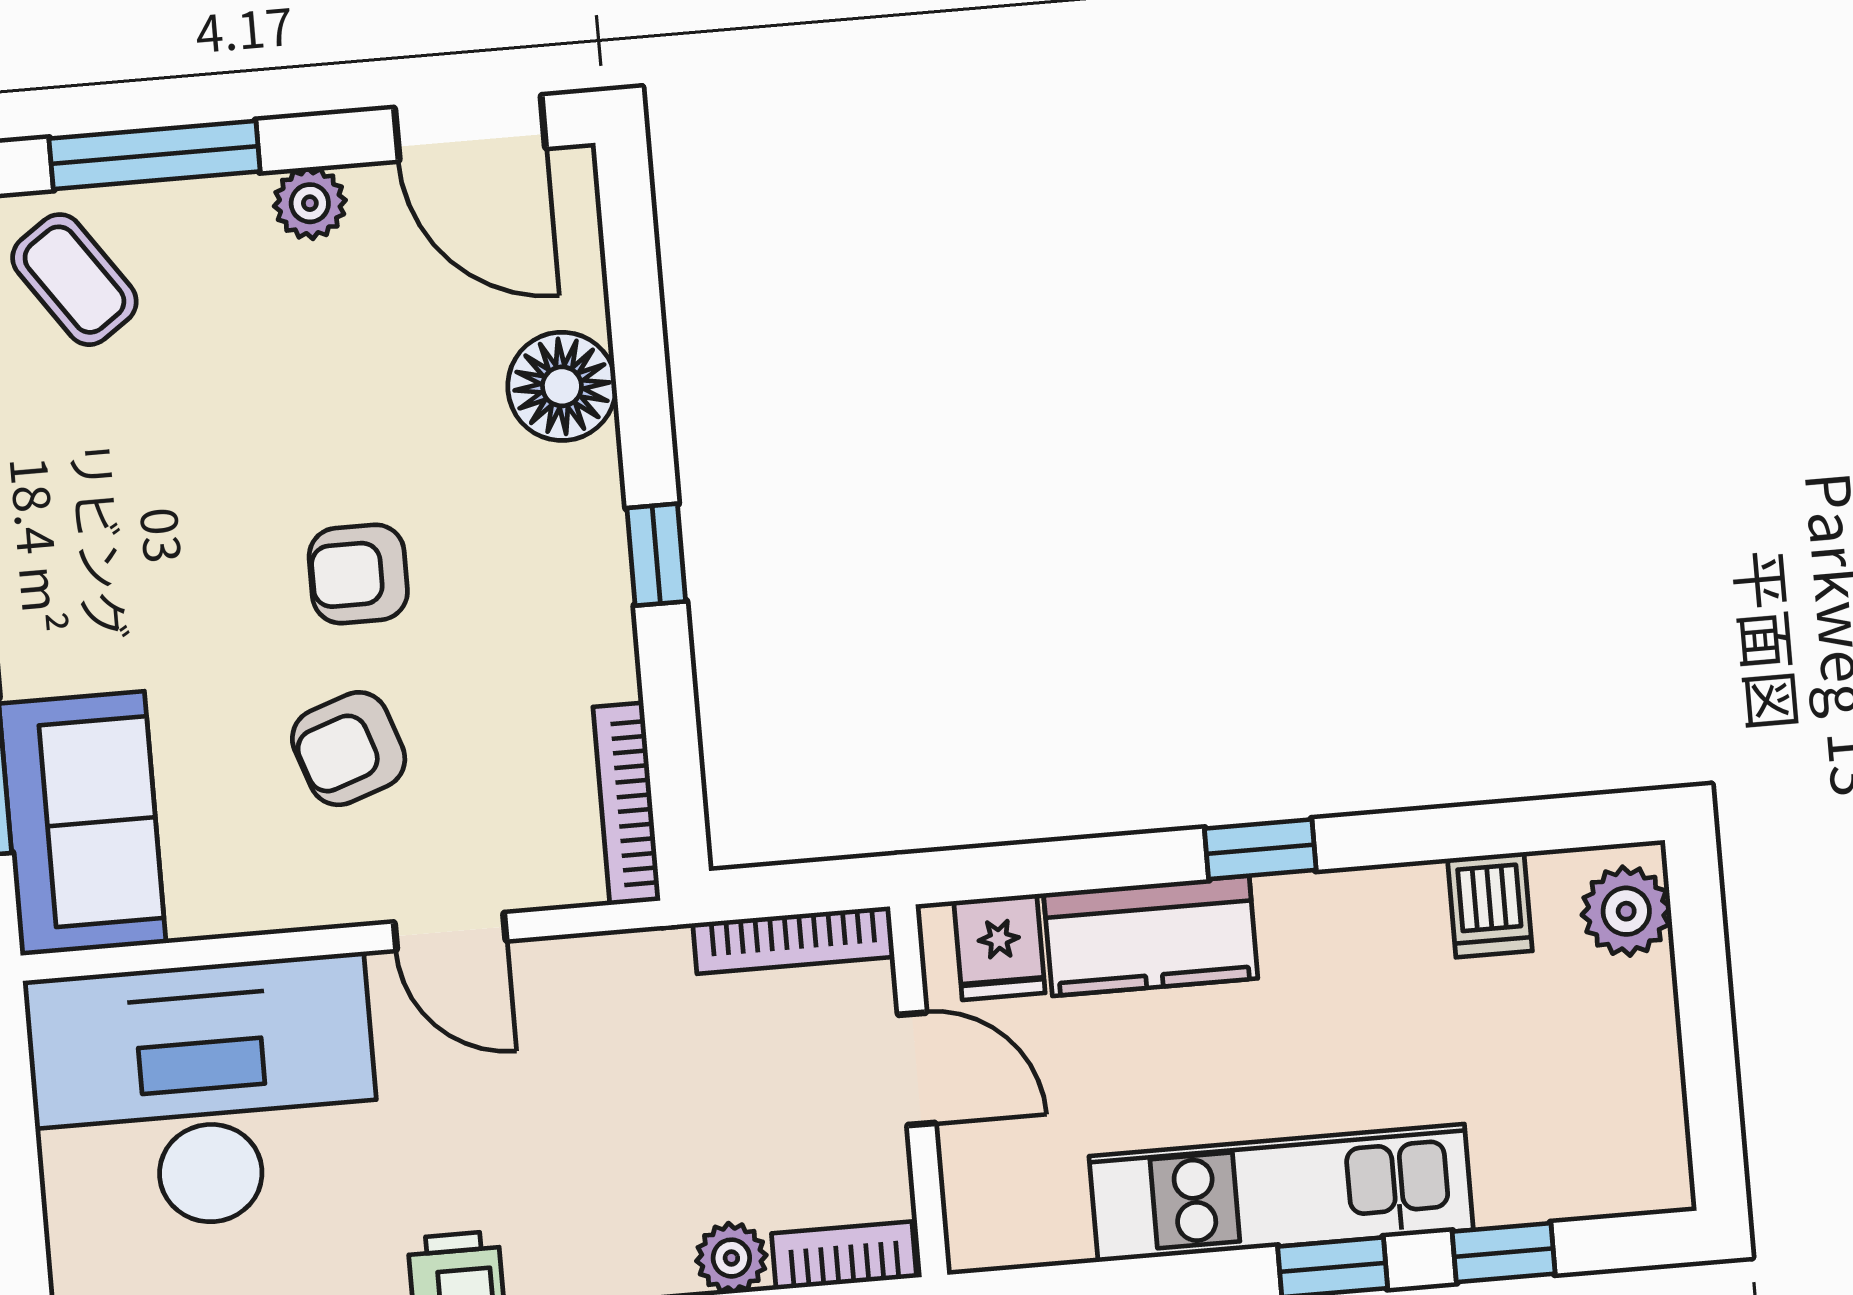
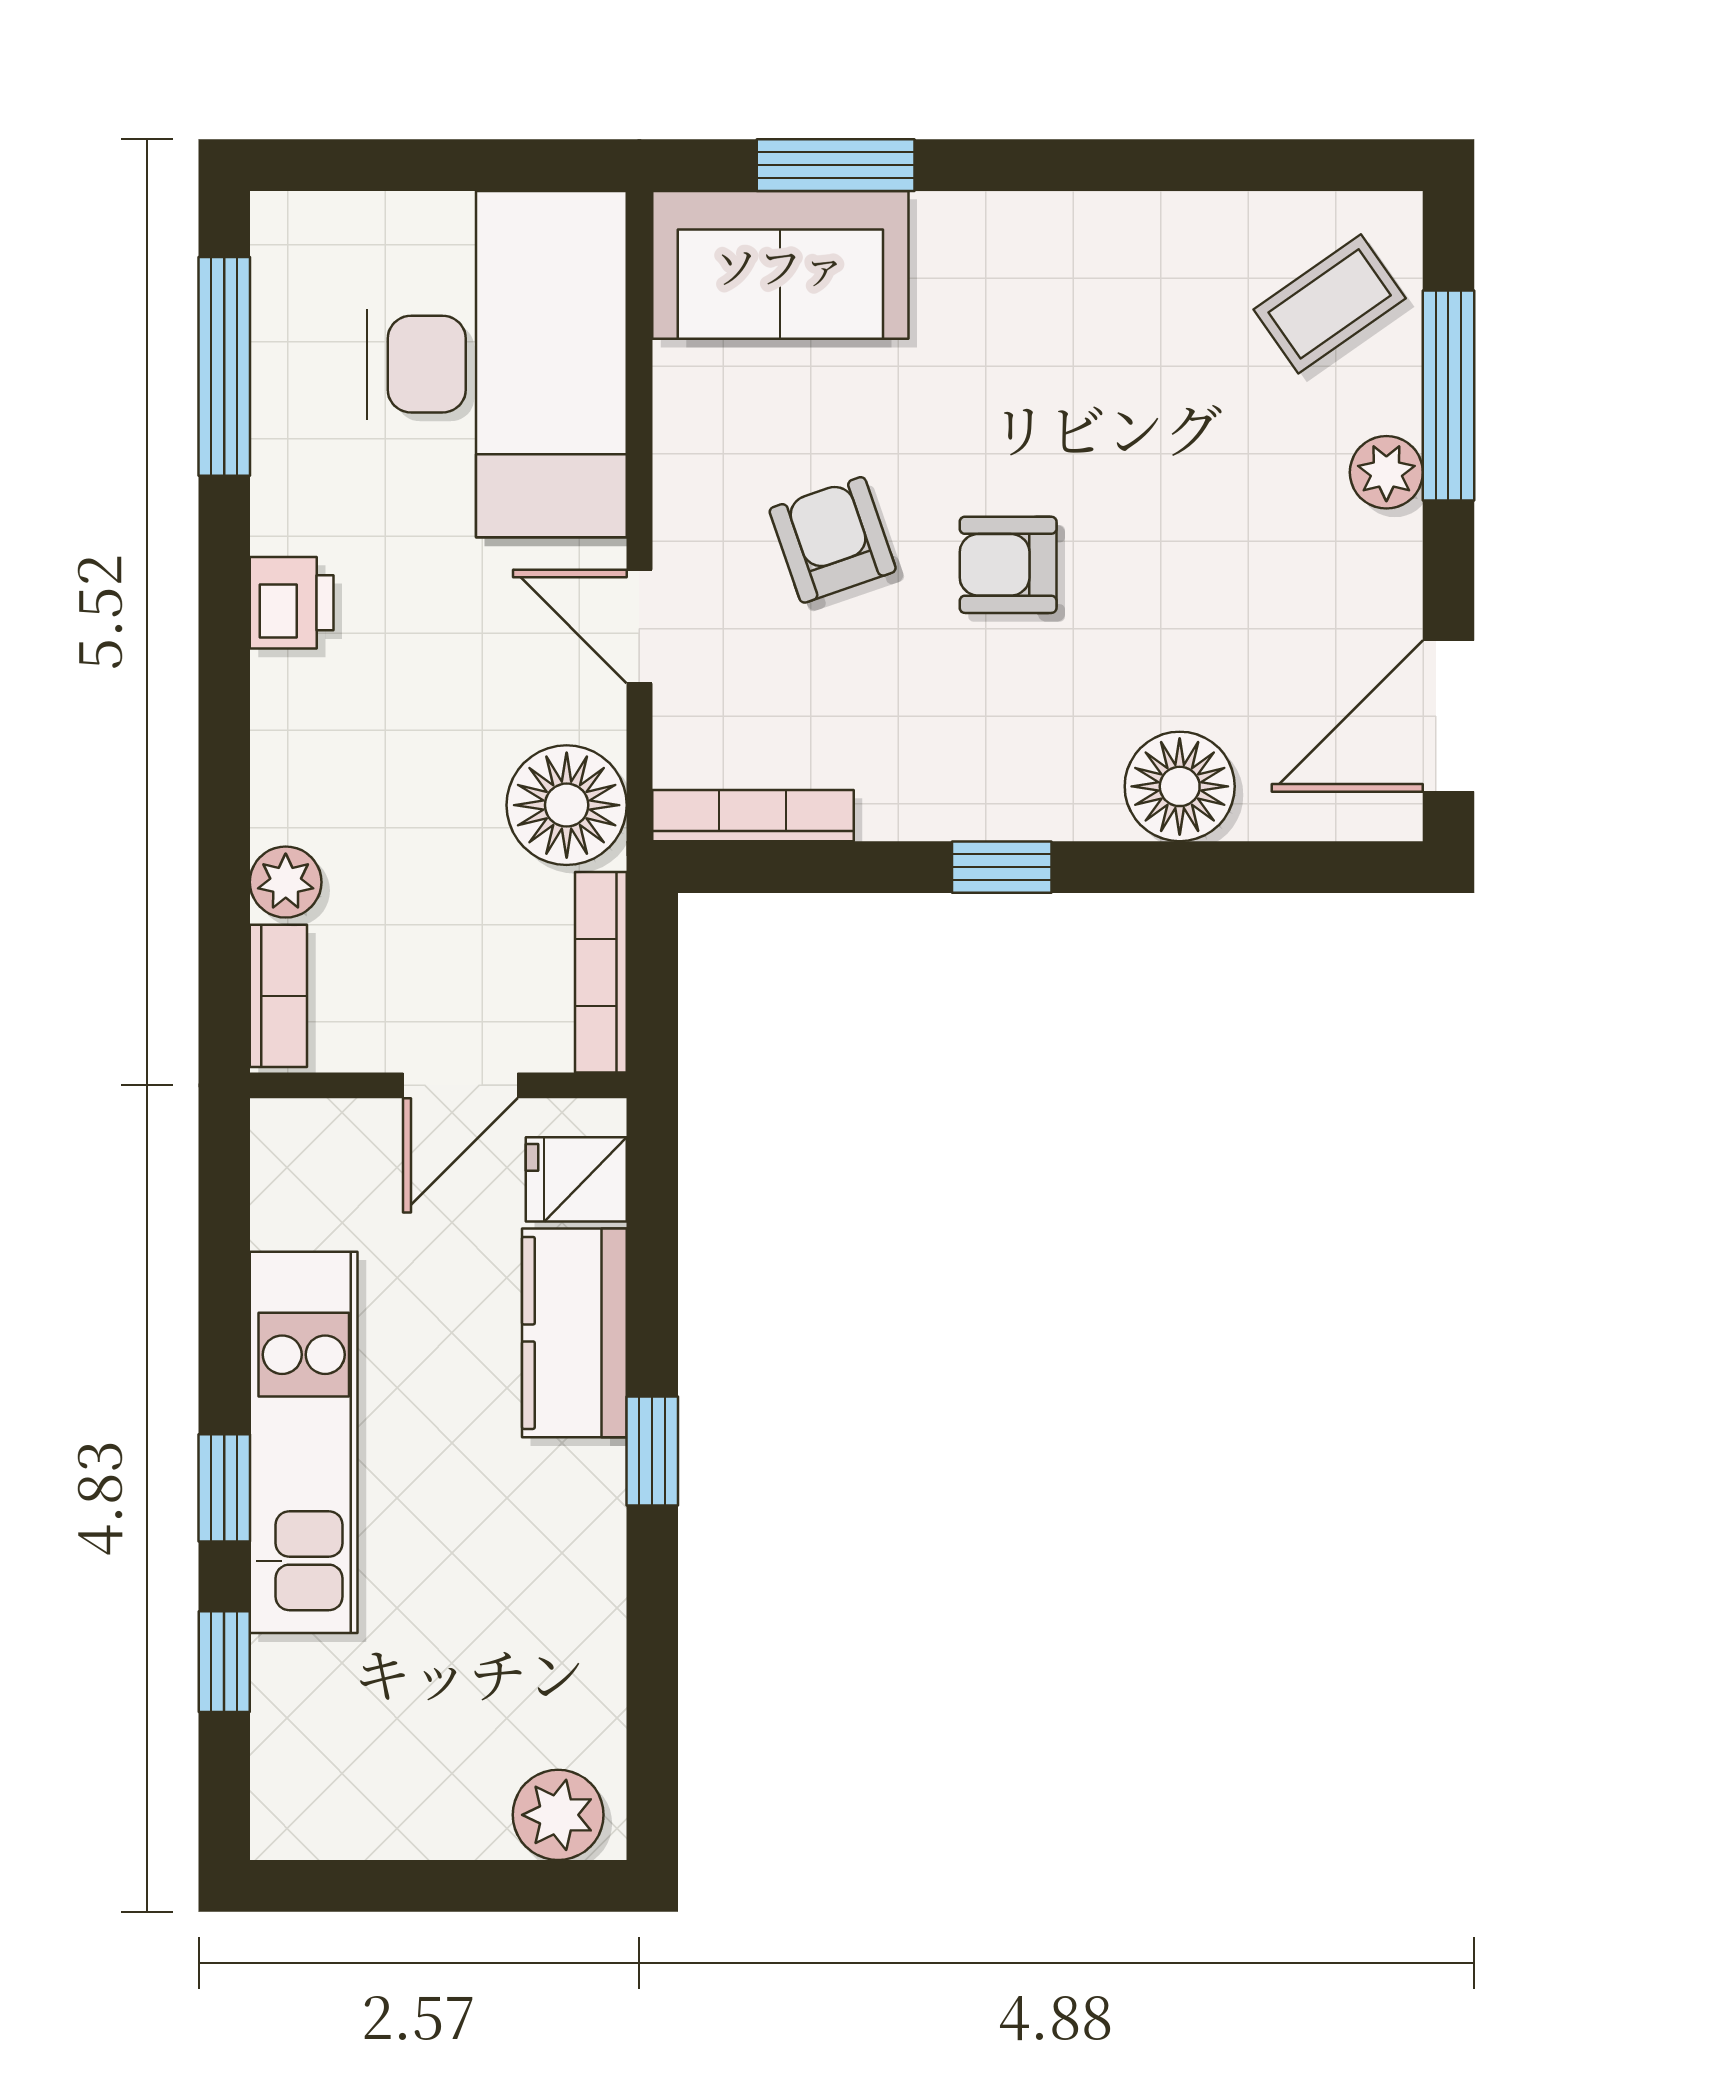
plant: (310, 203) -> (1386, 472), moved
armchair: (358, 574) -> (1008, 565), turned -90
dishwasher: (1490, 905) -> (576, 1678), removed
door: (450, 931) -> (639, 627), hinge flipped
floor lamp: (632, 988) -> (567, 805), added

